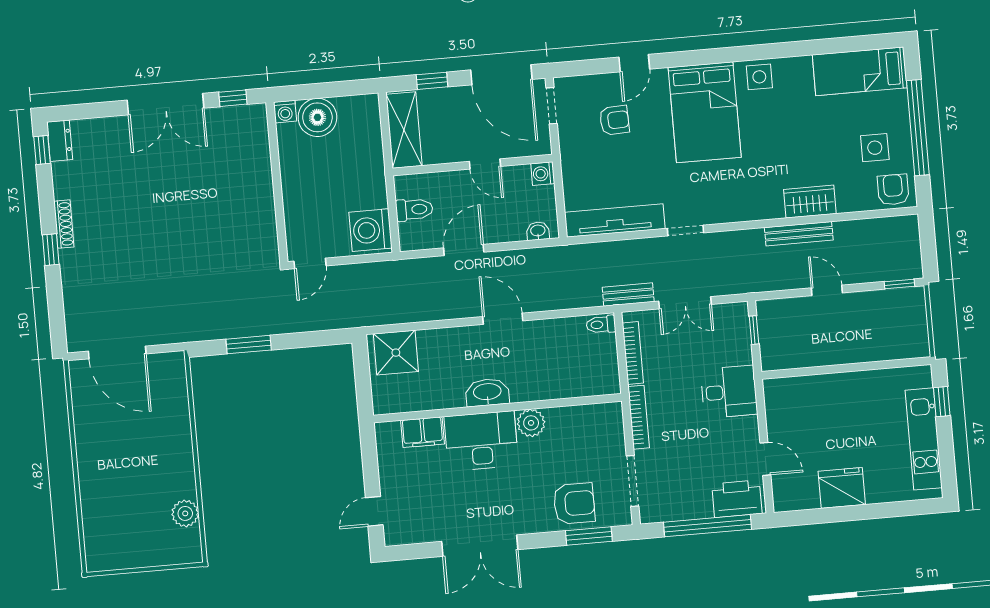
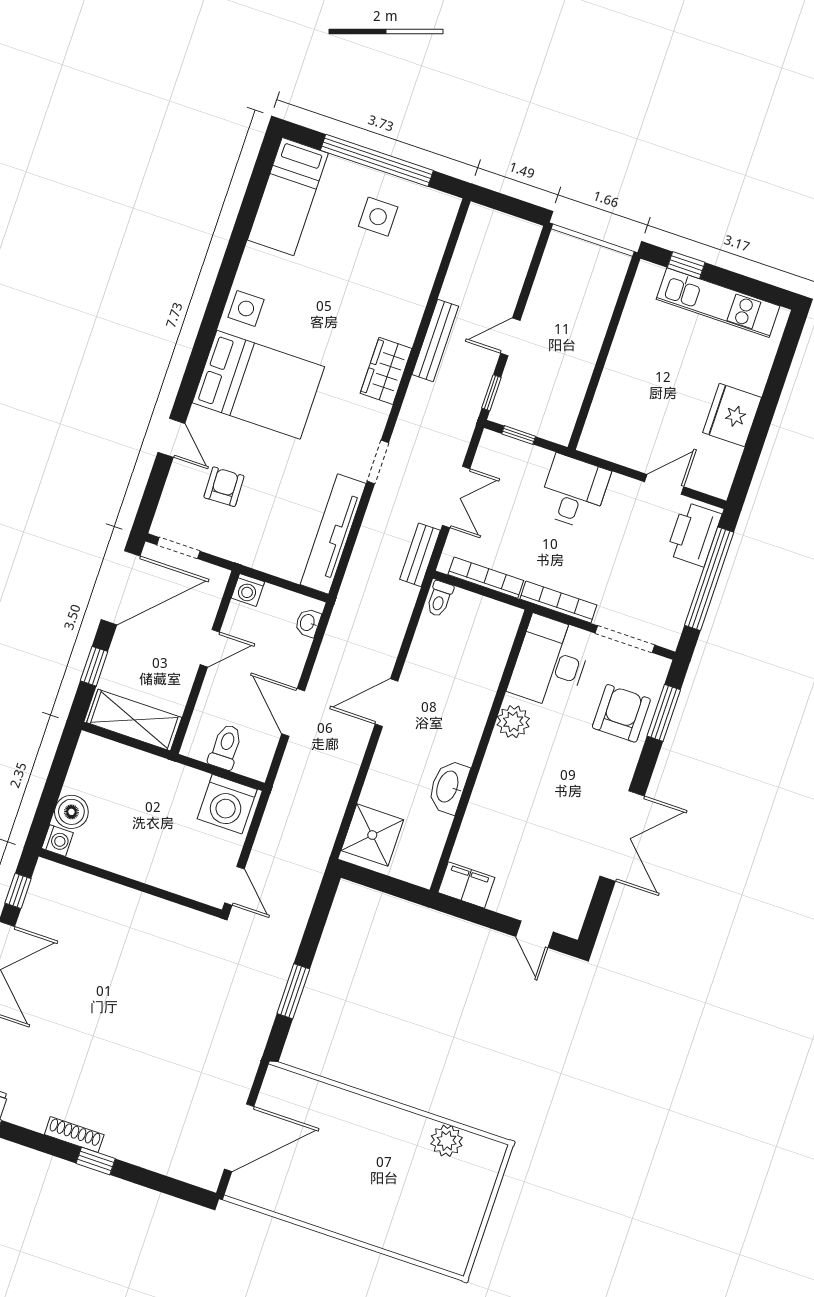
boiler: (317, 117) -> (71, 812), width x0.73, depth x0.73
armchair: (893, 190) -> (432, 217), removed
wardrobe: (810, 202) -> (386, 371), moved
window: (899, 284) -> (491, 393), moved
washbasin: (487, 392) -> (448, 787), moved
filing cabinet: (423, 432) -> (466, 885), moved, turned -90
desk: (481, 441) -> (550, 662), moved

